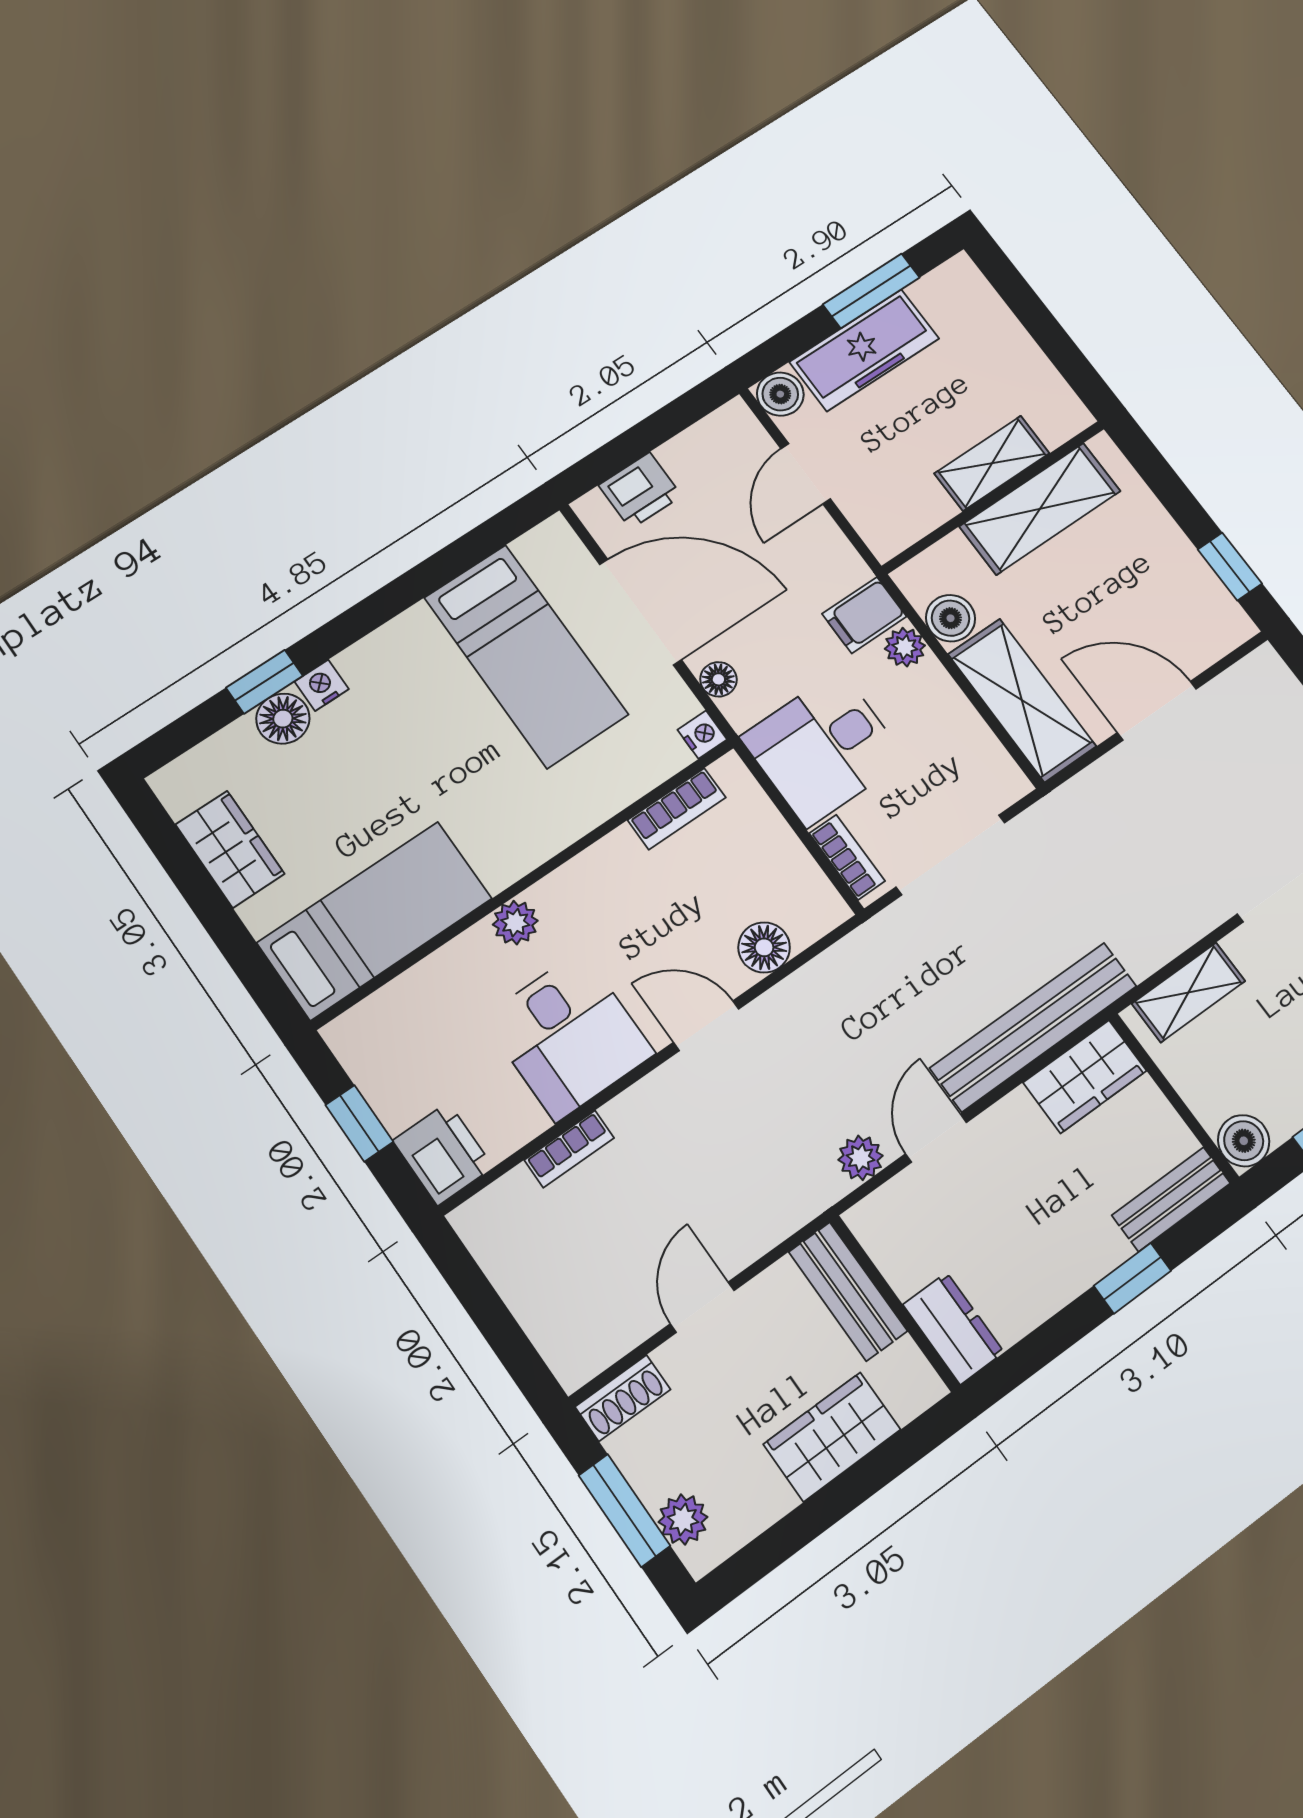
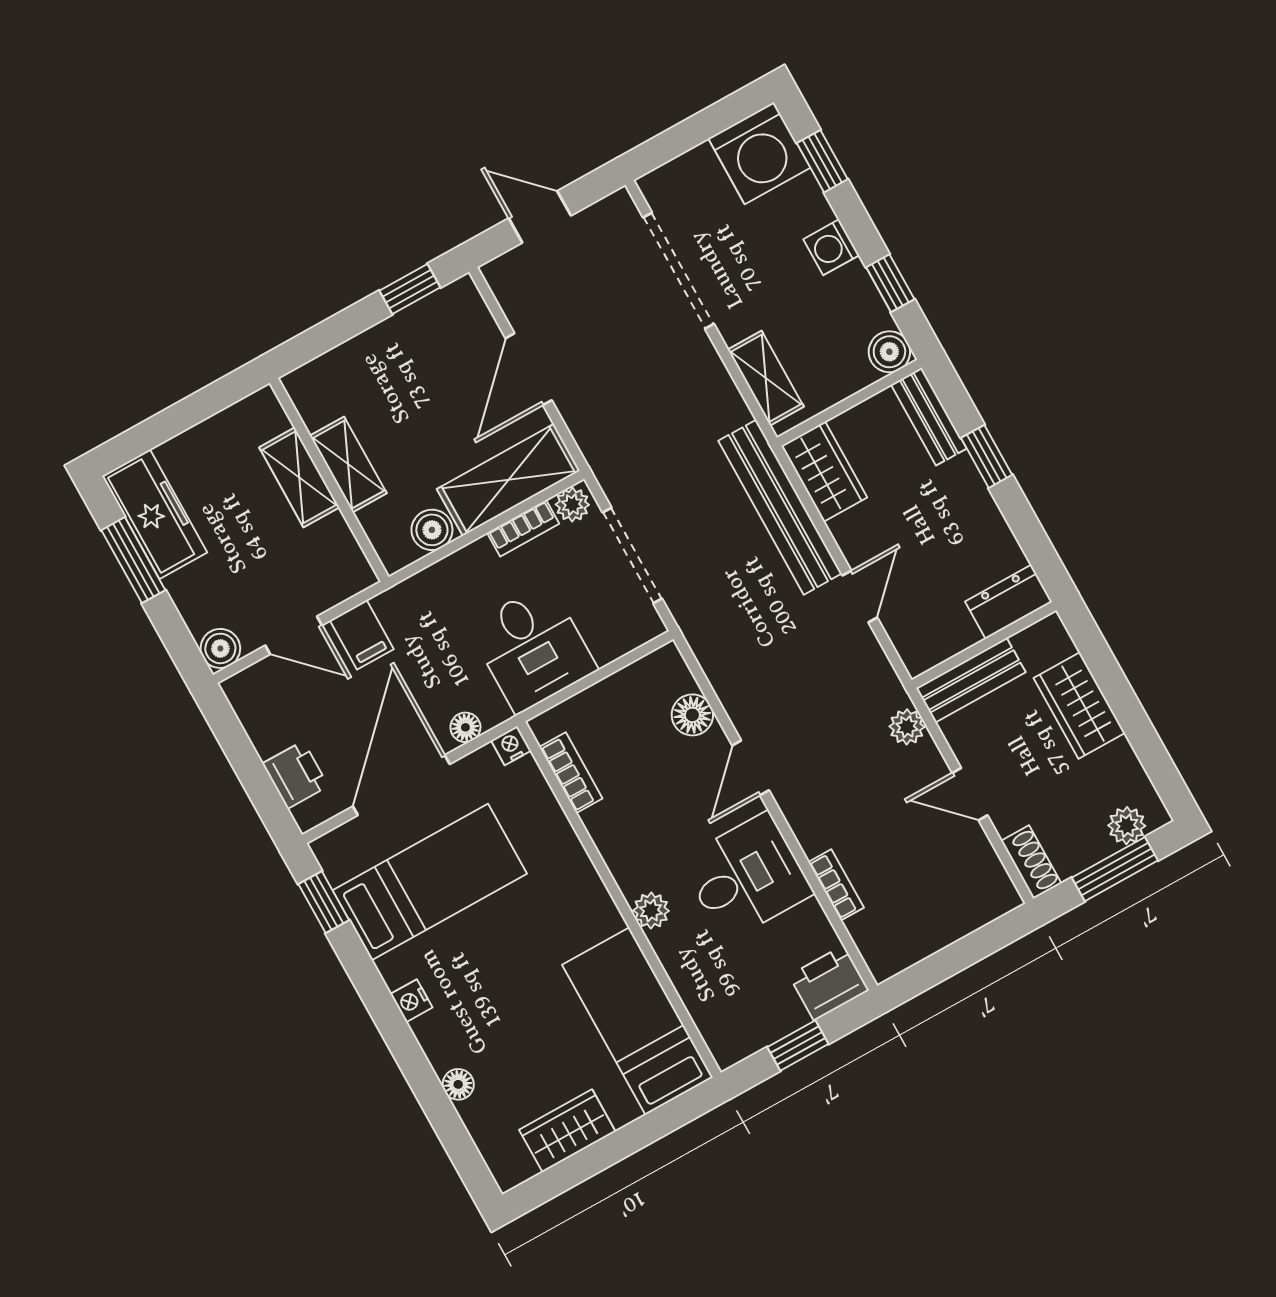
freezer: (864, 350) -> (155, 514), moved
shelving: (1040, 509) -> (348, 464), width x0.67, depth x0.75
filing cabinet: (864, 615) -> (362, 635), moved
plant: (905, 647) -> (572, 505), moved
window: (264, 682) -> (324, 902), moved
nightstand: (322, 685) -> (411, 1001), moved
floor lamp: (283, 719) -> (458, 1084), width x0.73, depth x0.73
bookcase: (847, 857) -> (523, 528), moved, turned 180
door: (936, 1138) -> (860, 596), swing flipped
plant: (861, 1158) -> (907, 727), moved

